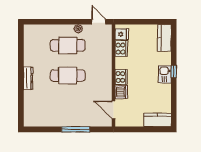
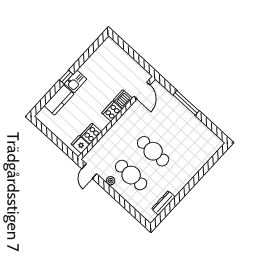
kitchen counter: (164, 38) -> (59, 100), moved
dresser: (28, 78) -> (163, 203), moved
kitchen counter: (157, 120) -> (114, 51), removed

